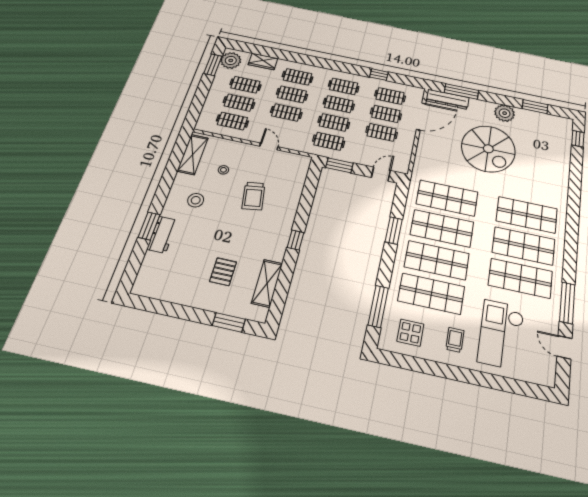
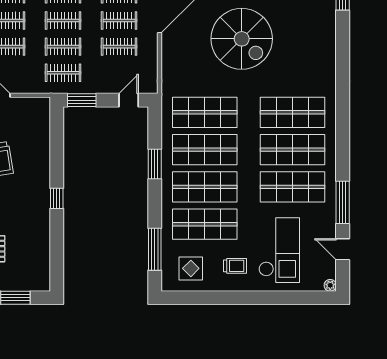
shelving: (267, 283) -> (41, 251), removed
checkout: (501, 334) -> (279, 250), turned 180
trolley: (455, 340) -> (235, 266), turned 90
plant: (549, 381) -> (330, 285), added

